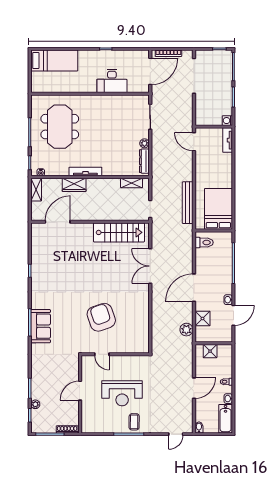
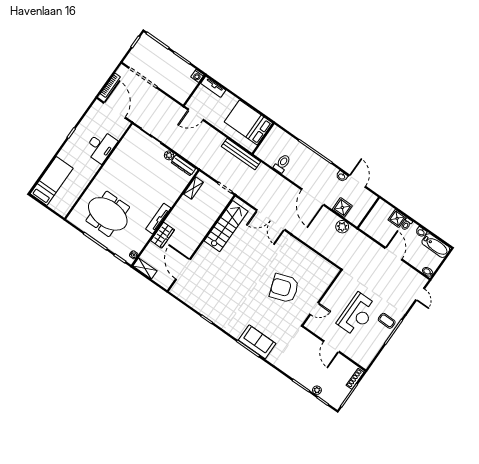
bed: (218, 209) -> (248, 122), moved
wall: (214, 231) -> (263, 138), moved
shower: (210, 351) -> (397, 218), moved

